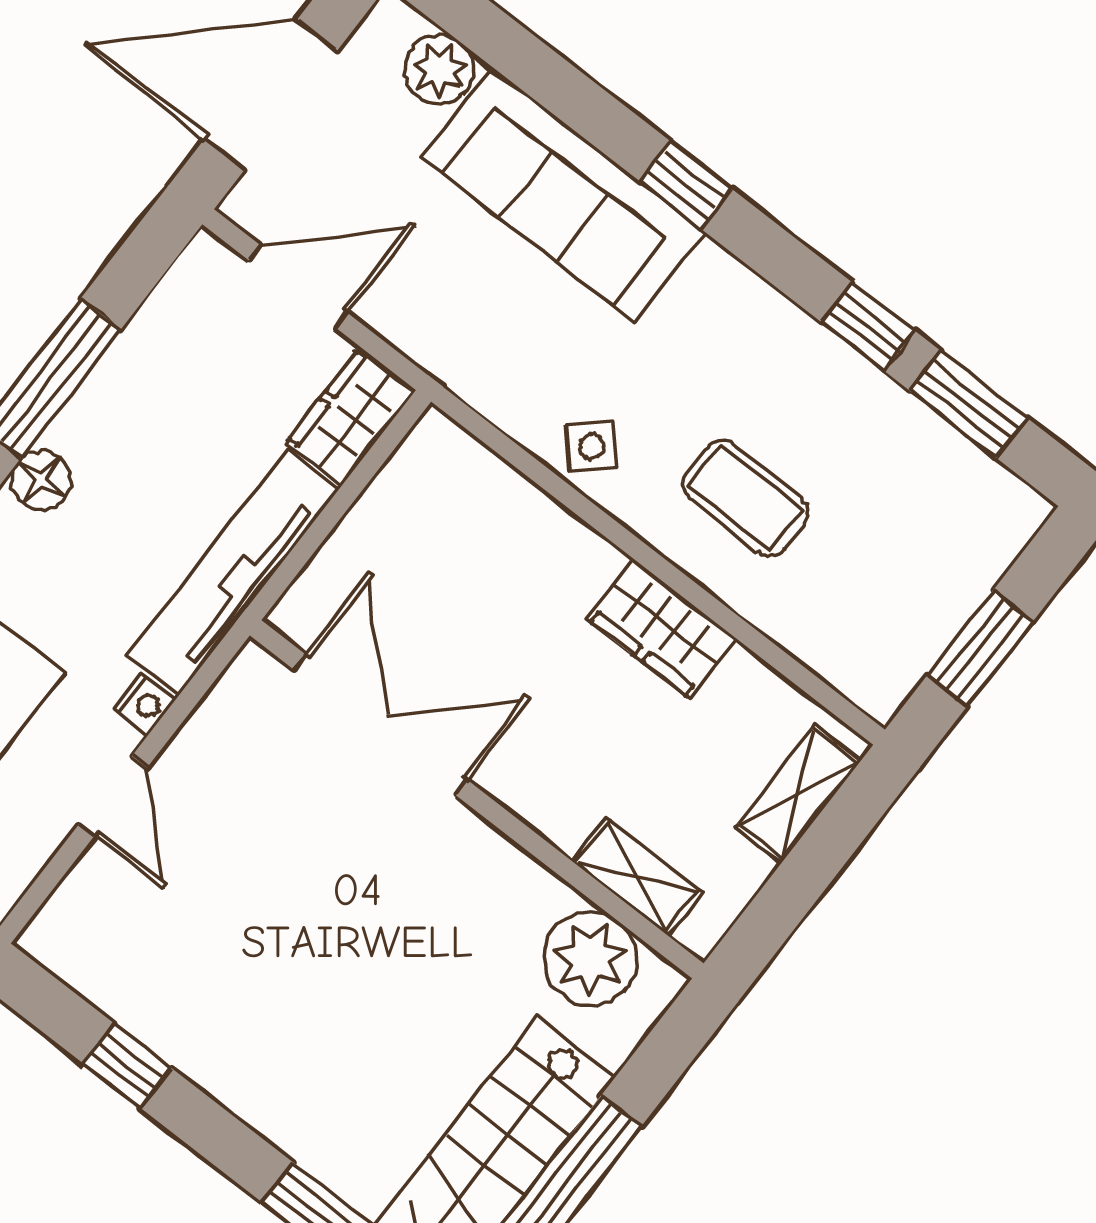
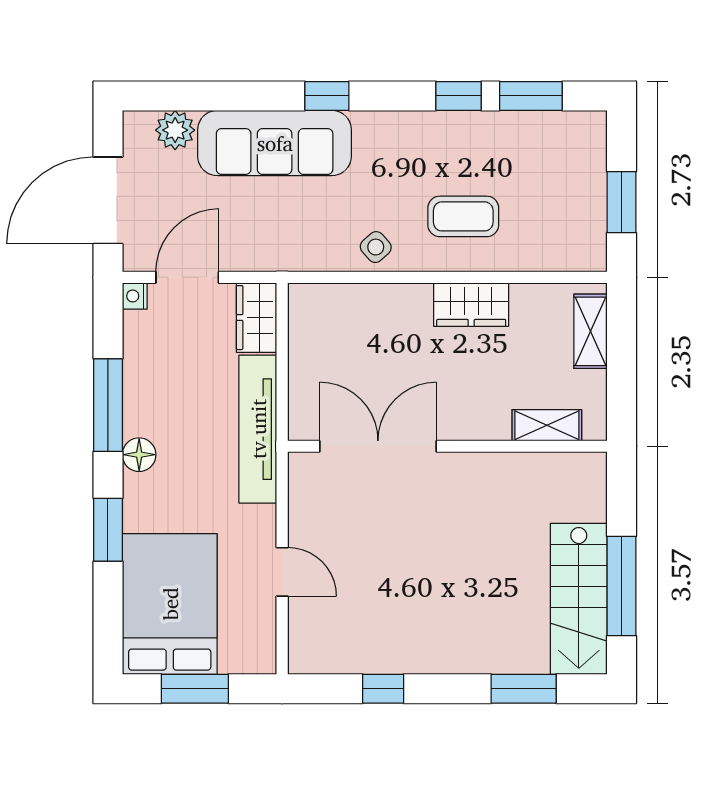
nightstand: (145, 704) -> (135, 296), moved, turned 180
plant: (590, 959) -> (554, 478), removed

